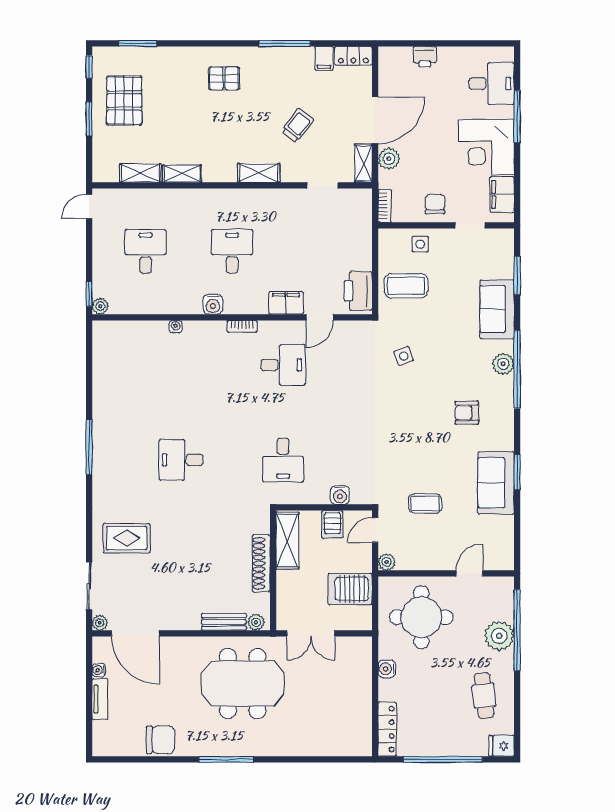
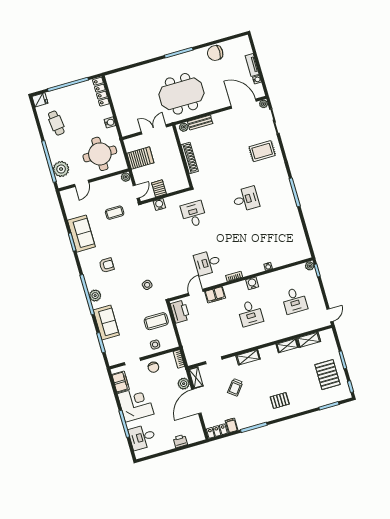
shelving: (287, 541) -> (180, 173), removed
plant: (499, 636) -> (61, 169), moved

